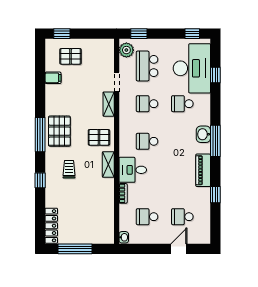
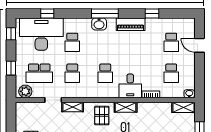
window: (139, 34) -> (11, 68), moved
shelving: (108, 231) -> (184, 107), added

